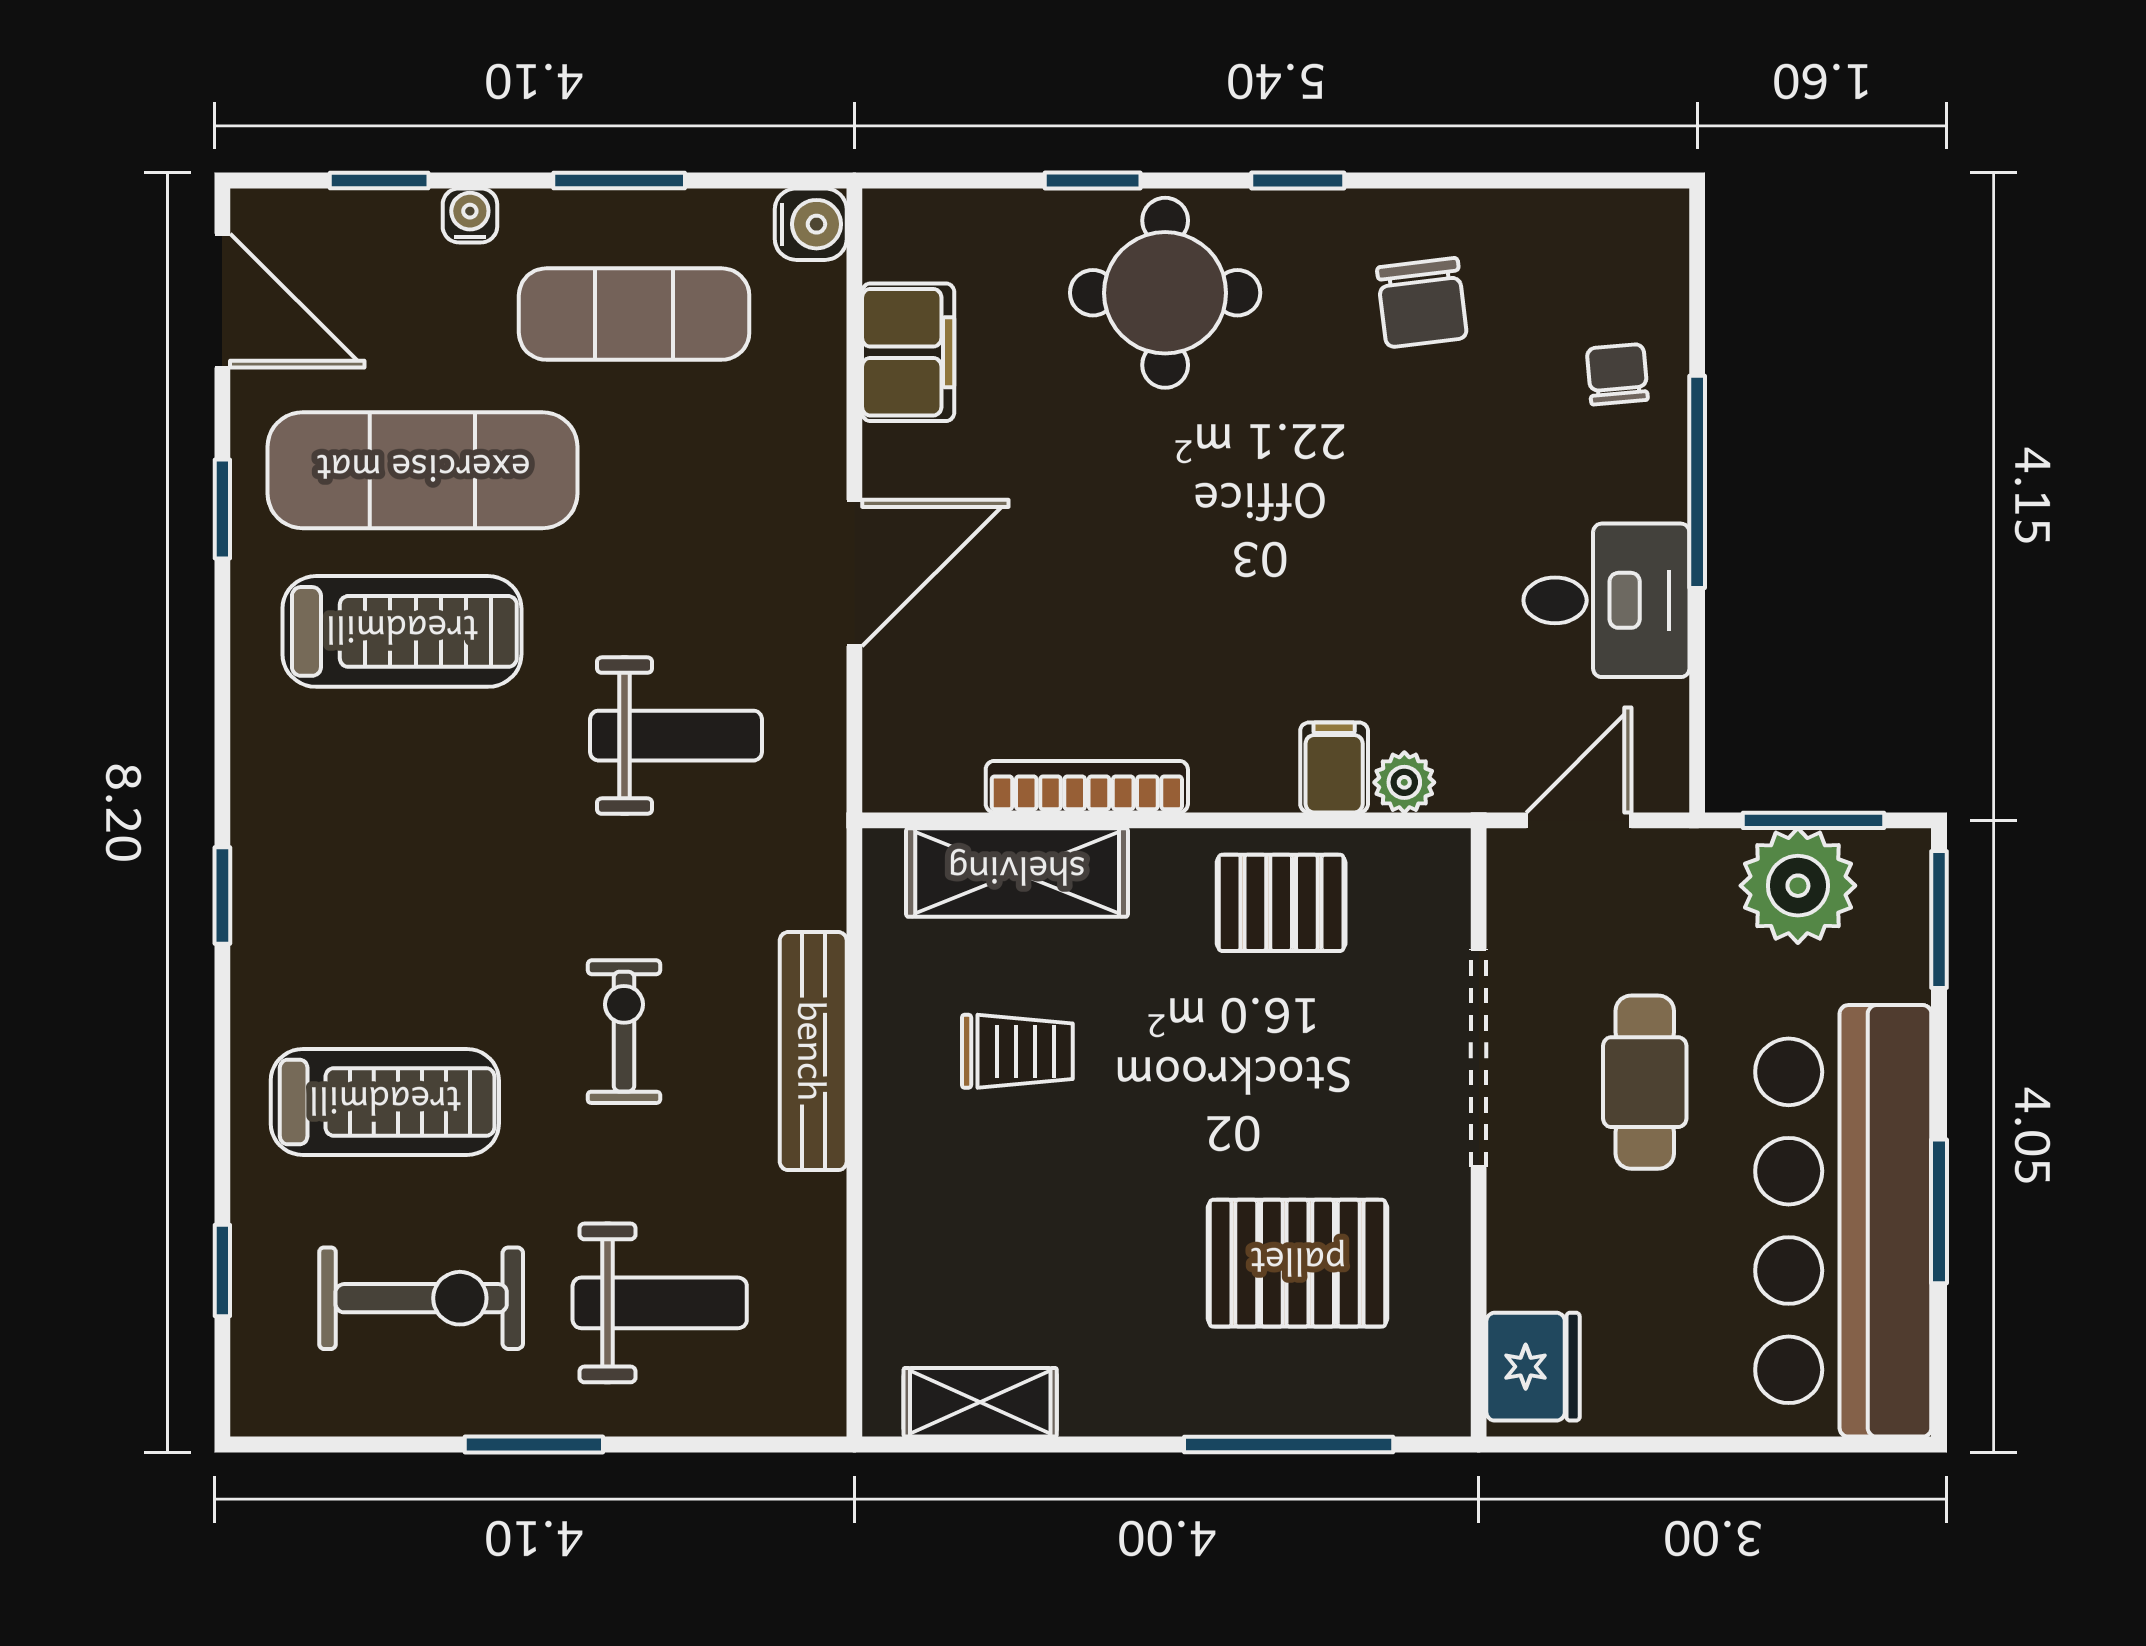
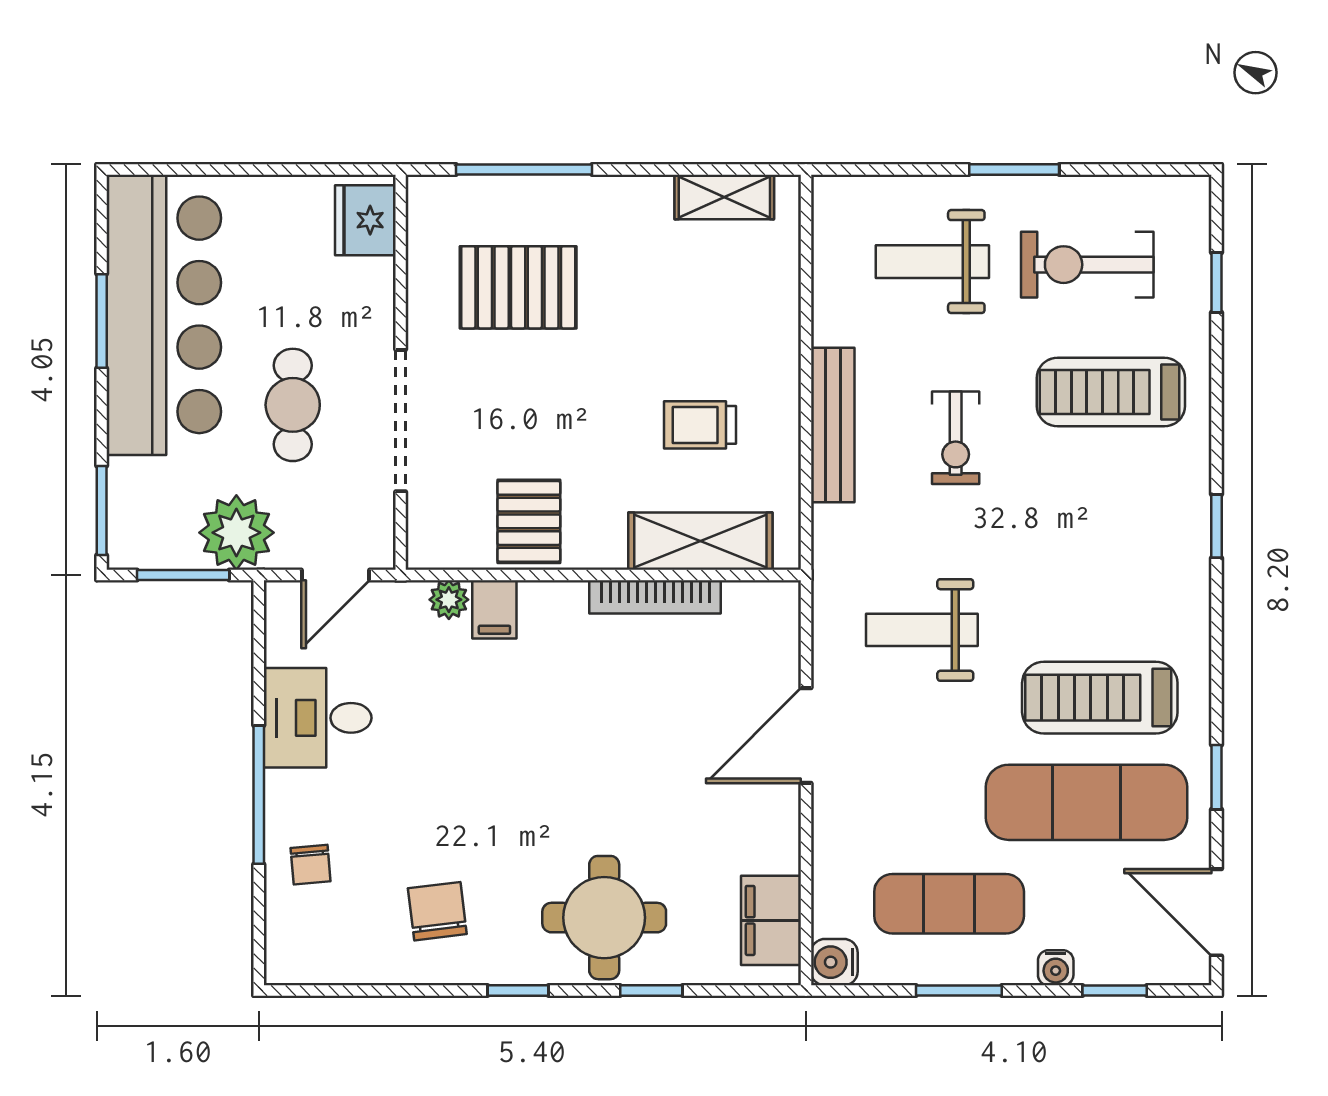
filing cabinet: (908, 352) -> (771, 920), moved
plant: (1798, 886) -> (236, 533), moved
pallet: (1281, 903) -> (529, 521), turned 90

